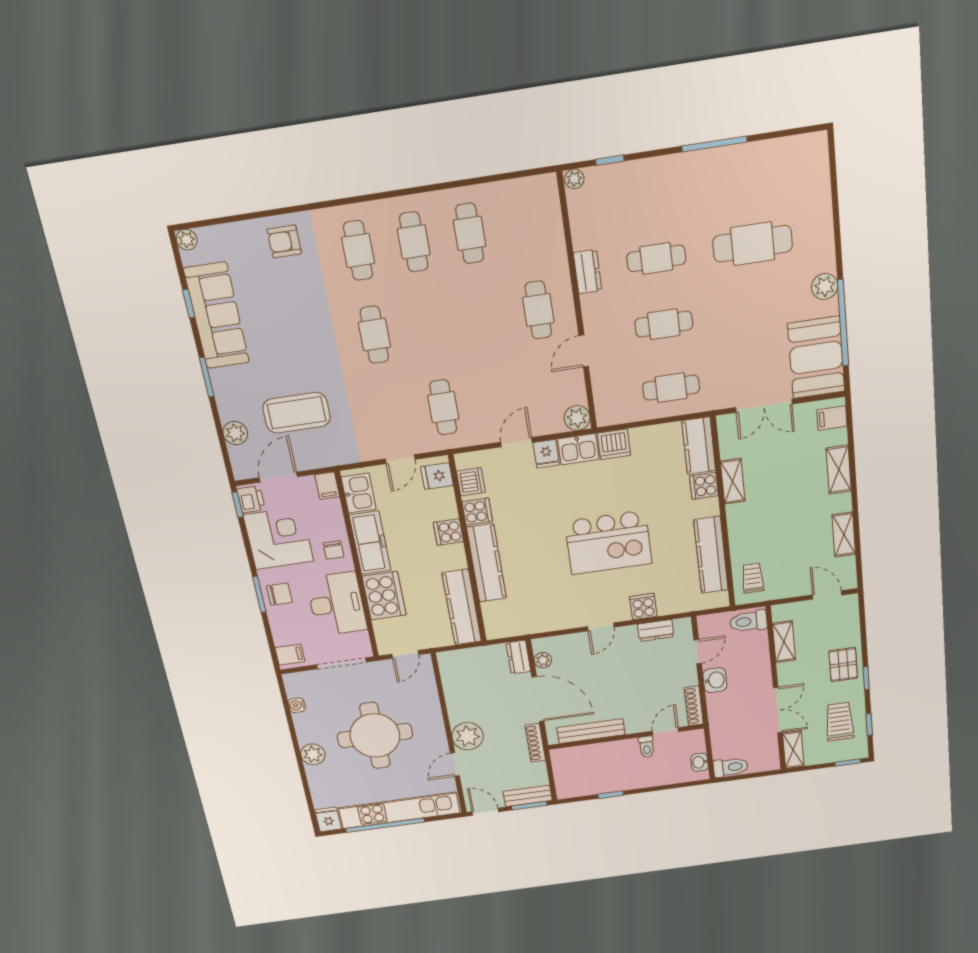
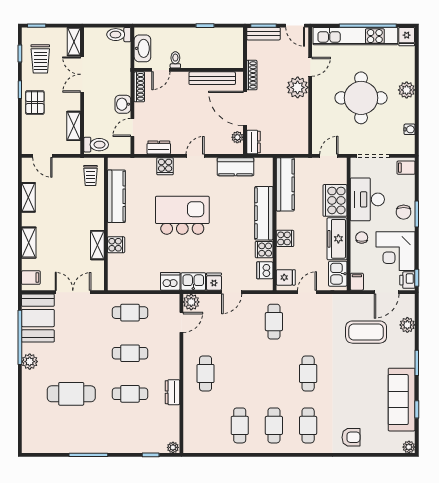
door: (584, 351) -> (181, 322), moved
kitchen counter: (699, 446) -> (236, 167), moved, turned 90
chair: (279, 594) -> (404, 212), turned -90
washbasin: (700, 762) -> (142, 48), width x1.91, depth x1.45

